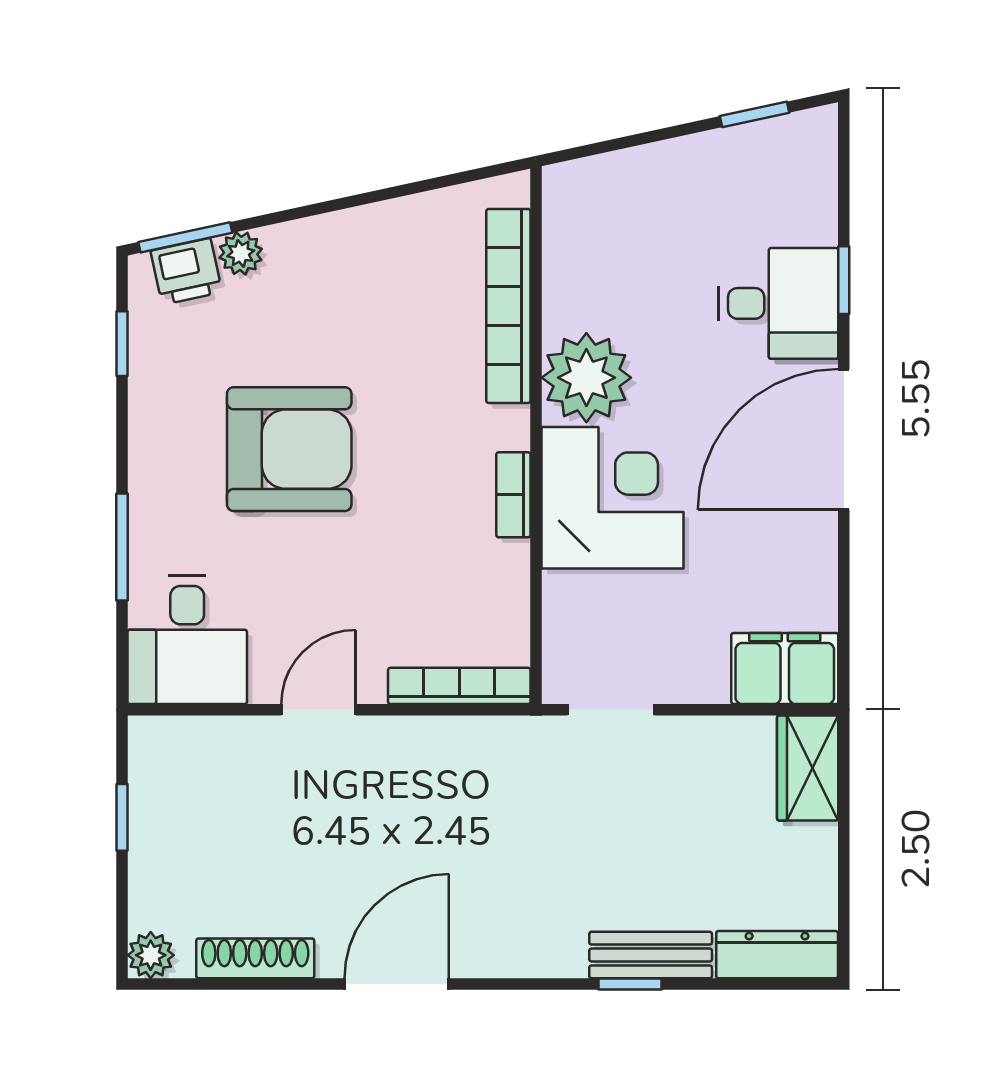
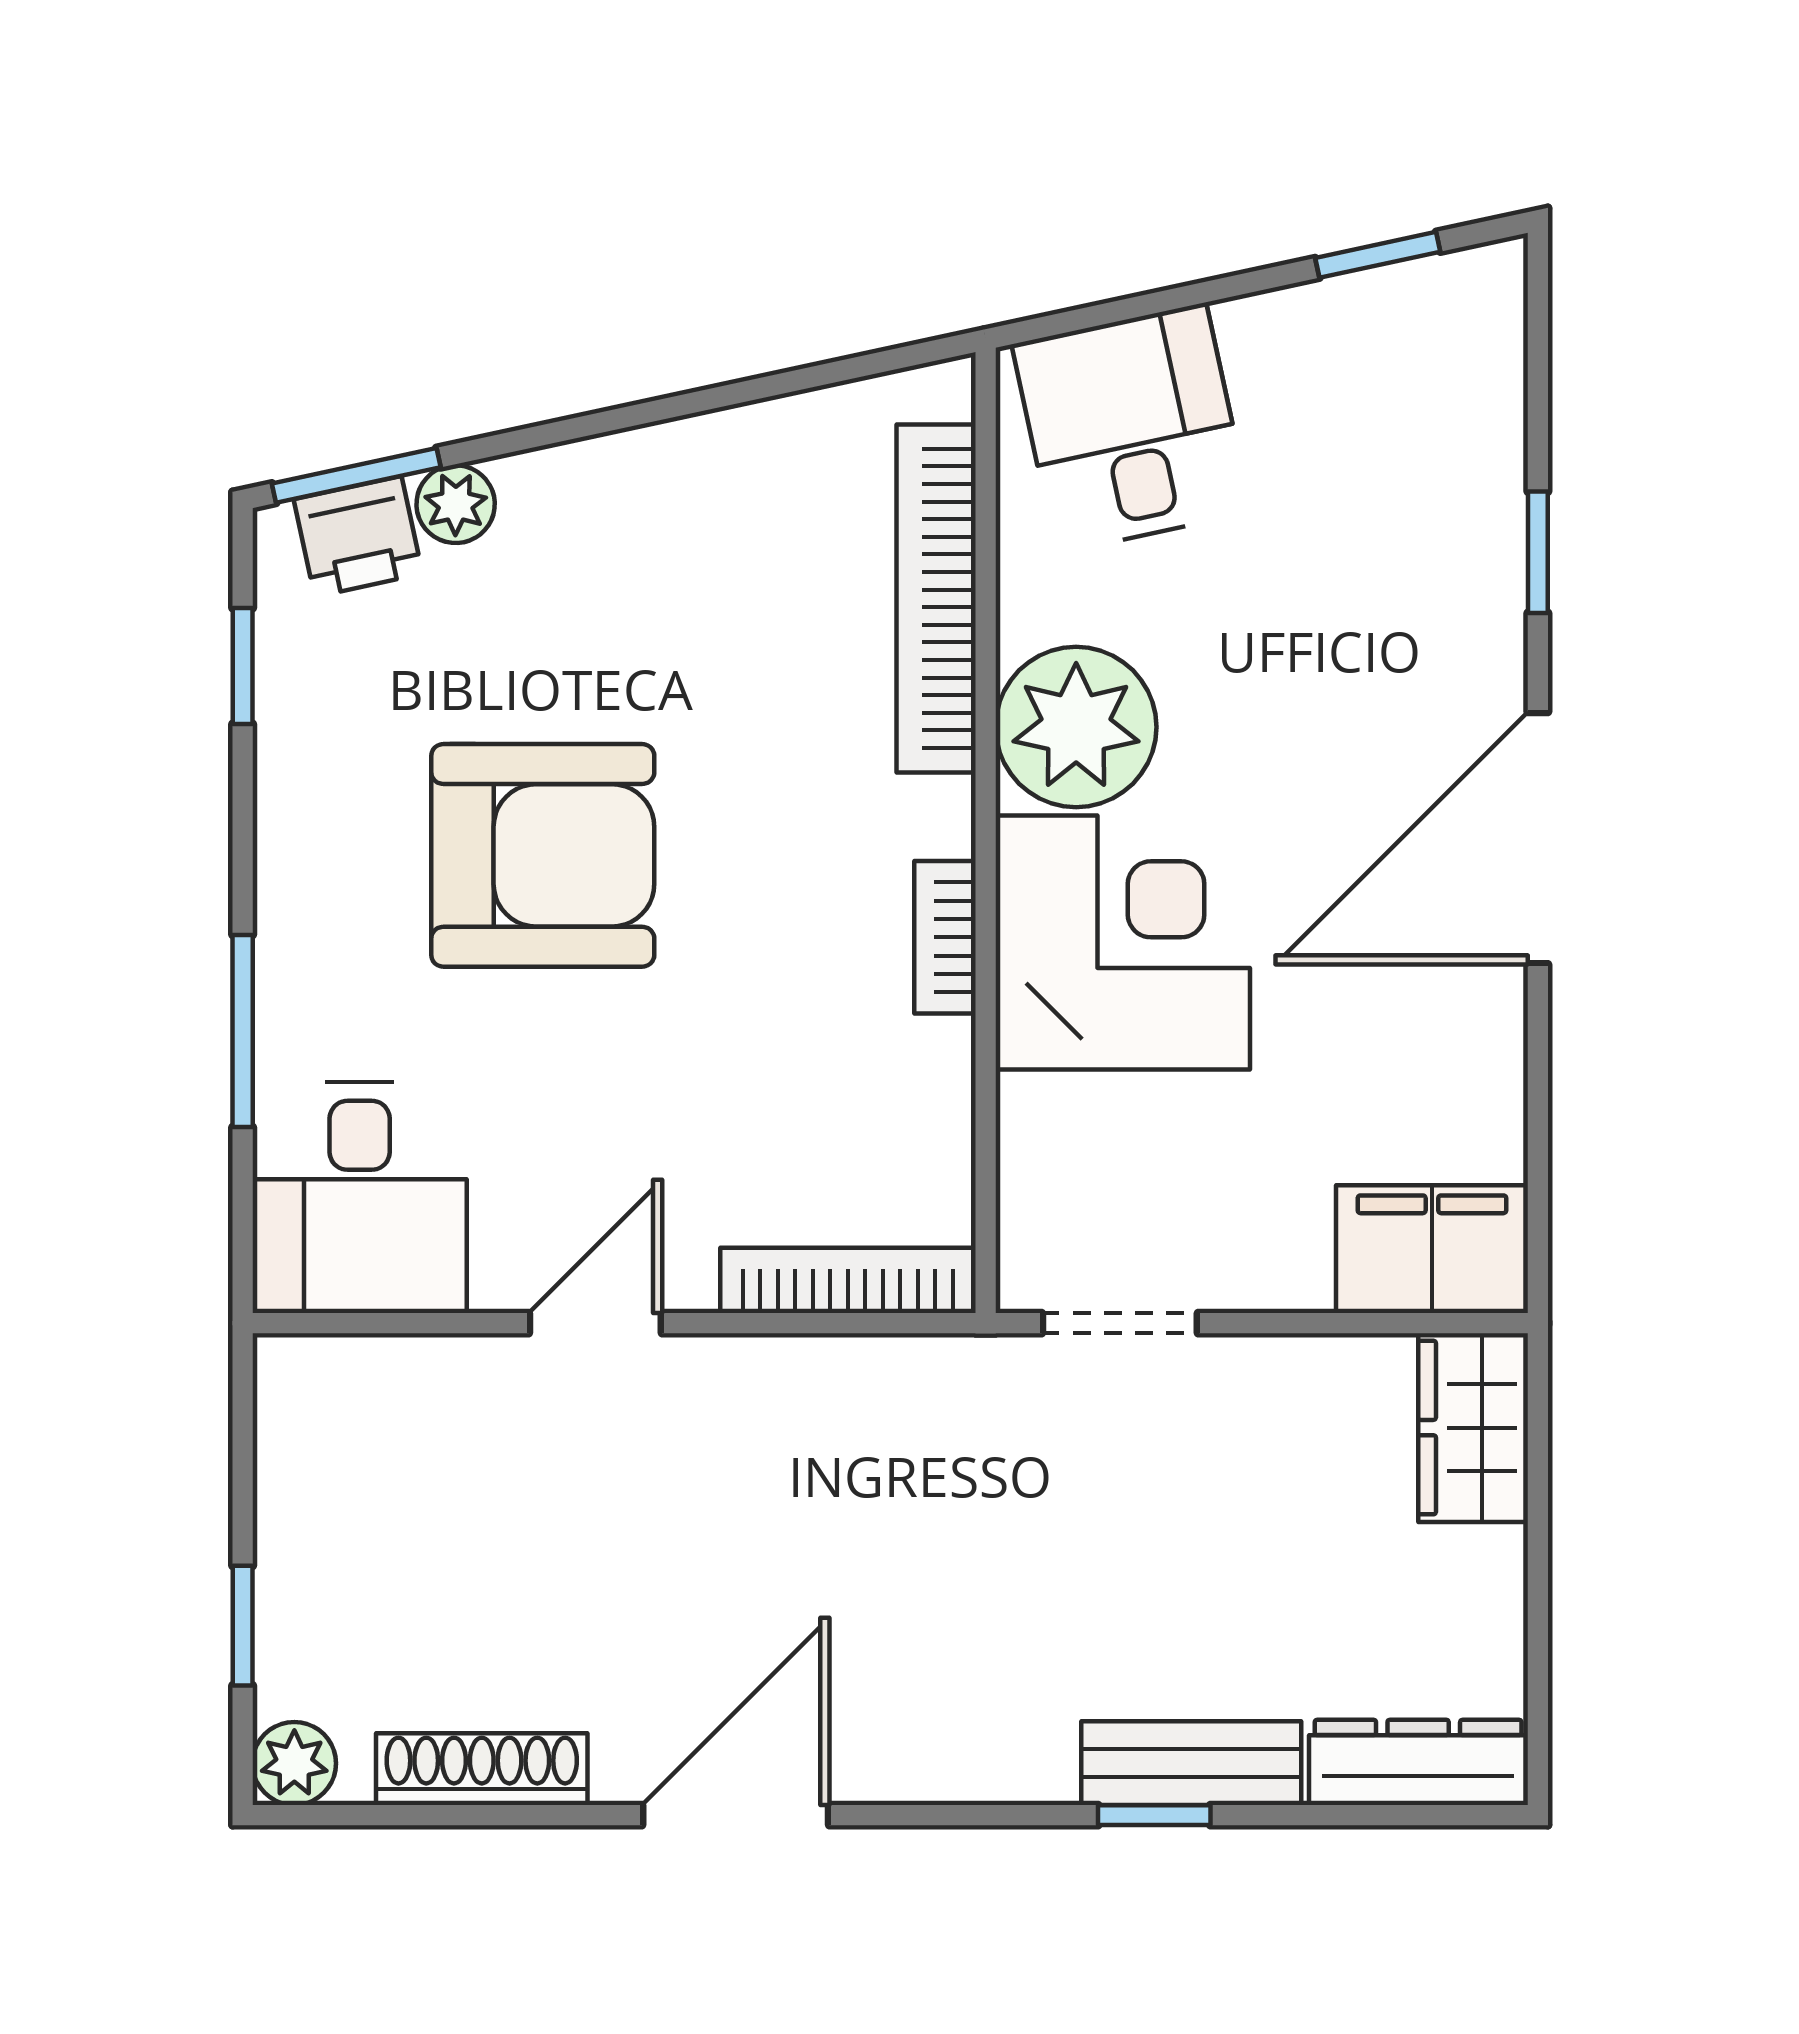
desk: (778, 303) -> (1131, 428), moved, turned -102
window: (122, 817) -> (243, 1626), moved

